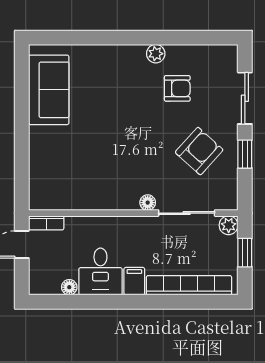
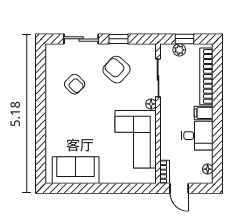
plant: (156, 54) -> (51, 99), removed
armchair: (177, 88) -> (75, 84), turned 135
corner sofa: (95, 180) -> (136, 139), added
plant: (229, 225) -> (179, 50), moved
floor lamp: (69, 287) -> (208, 169), moved

